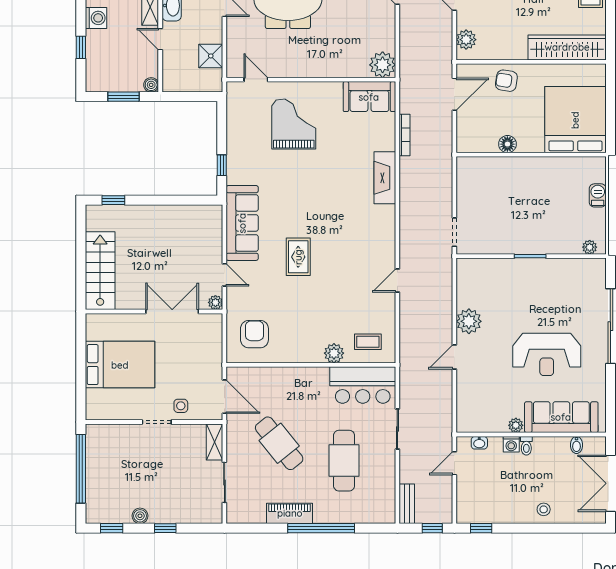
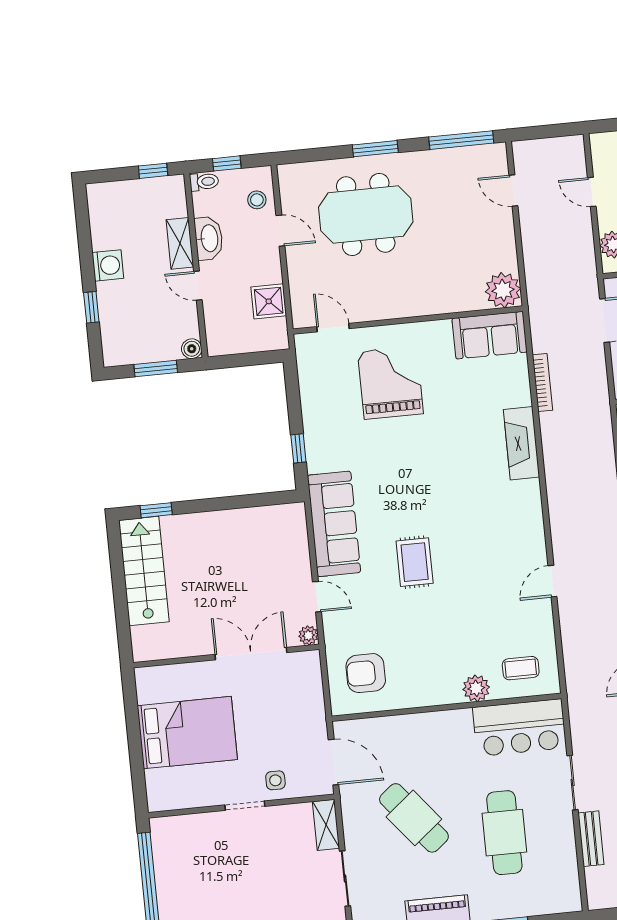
stairs: (100, 271) -> (144, 571), moved
armchair: (254, 334) -> (366, 673), turned -90
bench: (407, 504) -> (591, 839), moved

